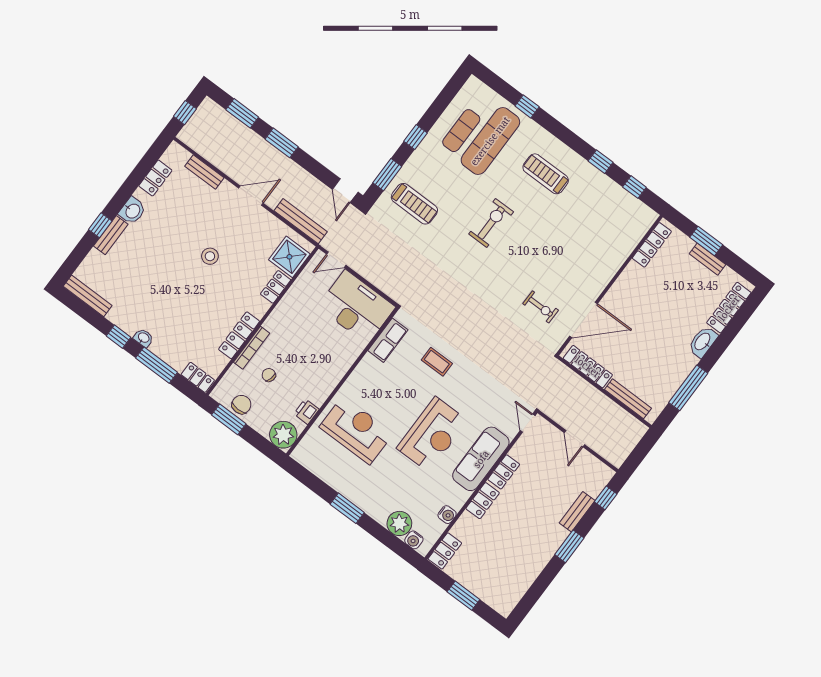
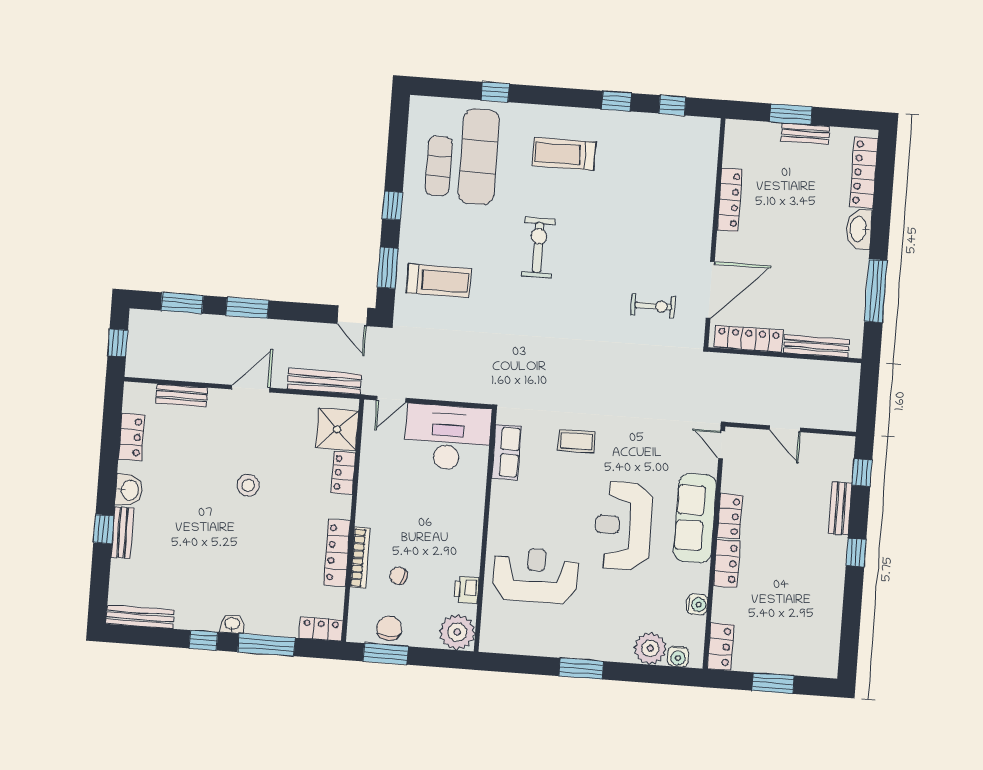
locker: (652, 245) -> (730, 200), moved
reception desk: (432, 434) -> (623, 526), turned 180
window: (569, 546) -> (856, 553), width x0.67

